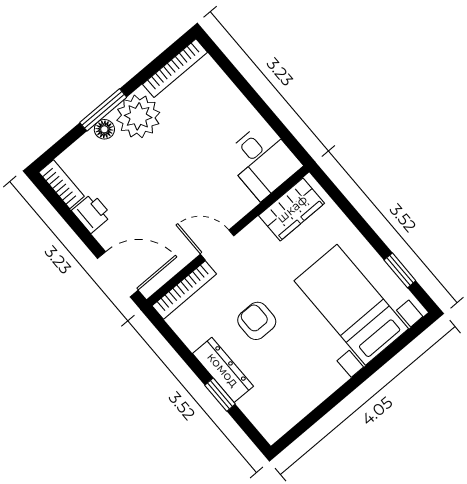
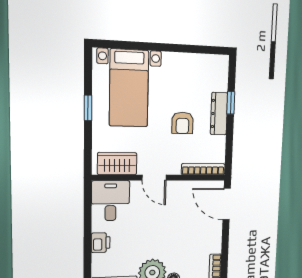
printer: (92, 213) -> (101, 243), moved, turned 180
door: (217, 245) -> (154, 178), moved
window: (400, 270) -> (88, 108), moved

